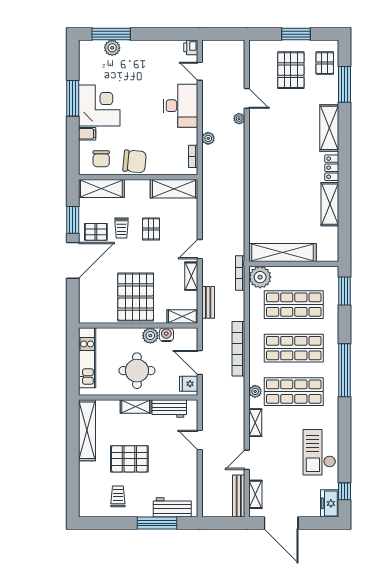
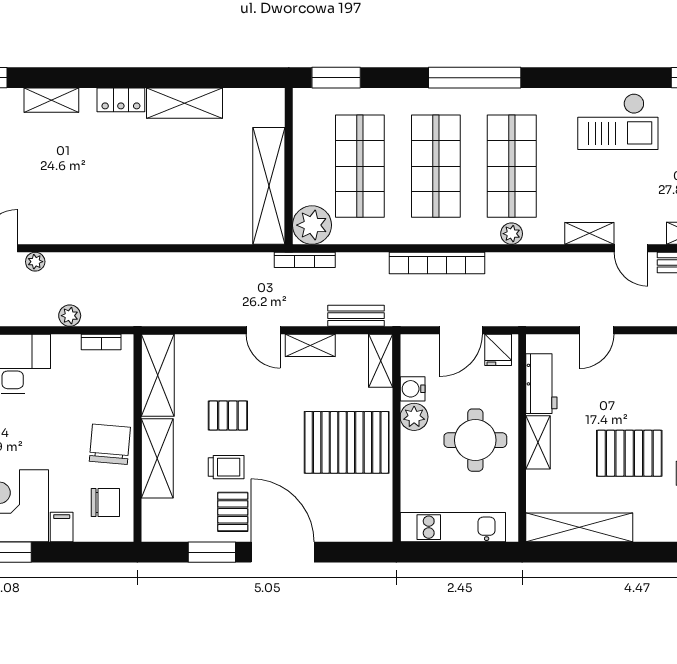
shelving: (329, 128) -> (51, 100), width x0.67, depth x0.75
shelving: (101, 188) -> (157, 458), moved
shelving: (255, 423) -> (589, 233), moved
pallet: (129, 459) -> (629, 453), turned 90

